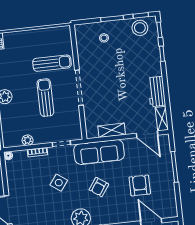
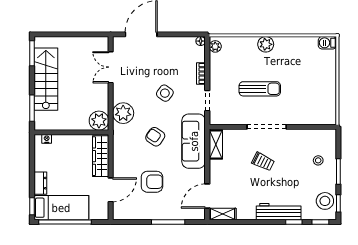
sun lounger: (52, 63) -> (297, 100), removed
trolley: (111, 87) -> (263, 162), added
workbench: (157, 91) -> (279, 212), moved, width x1.37
shelving: (112, 130) -> (216, 145), moved
plant: (28, 140) -> (215, 46), moved

